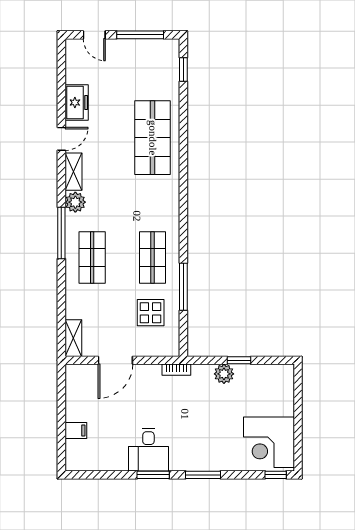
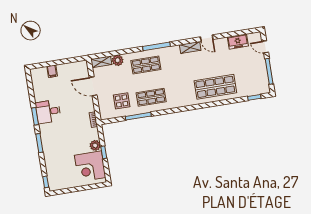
door: (94, 35) -> (265, 47), hinge flipped
freezer: (77, 103) -> (238, 42), moved
plant: (75, 202) -> (118, 60), moved
corner desk: (269, 442) -> (90, 166), moved, turned -90

